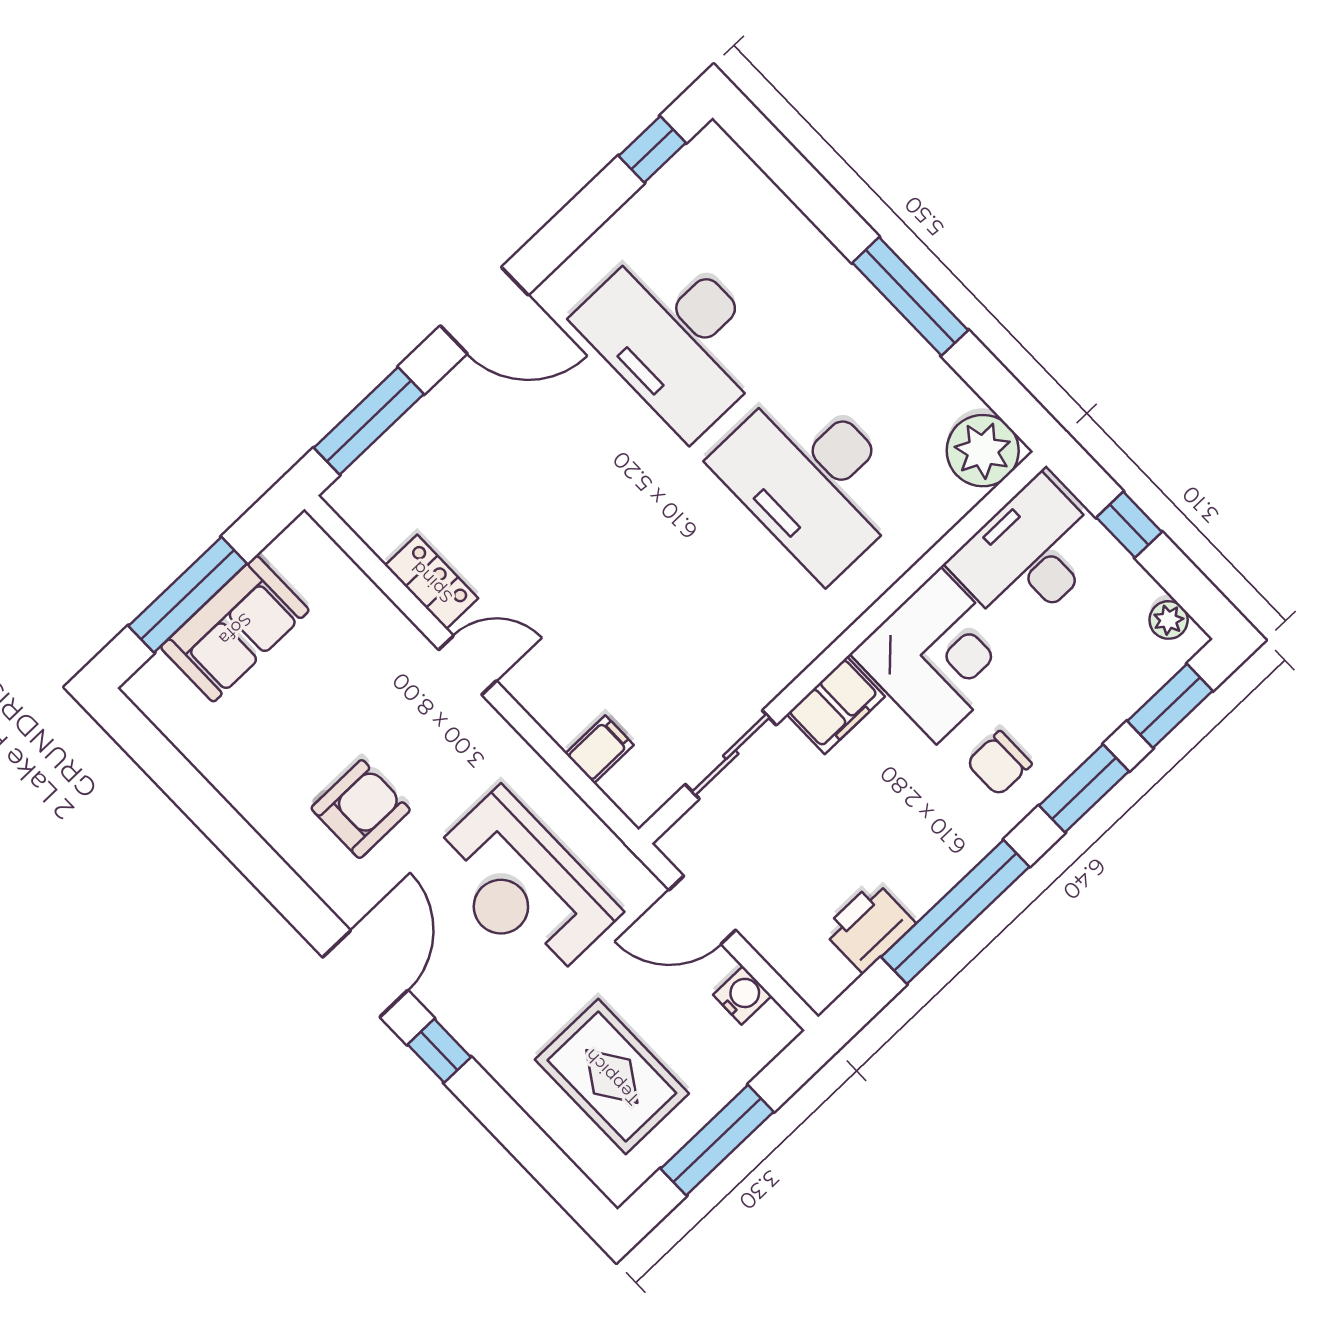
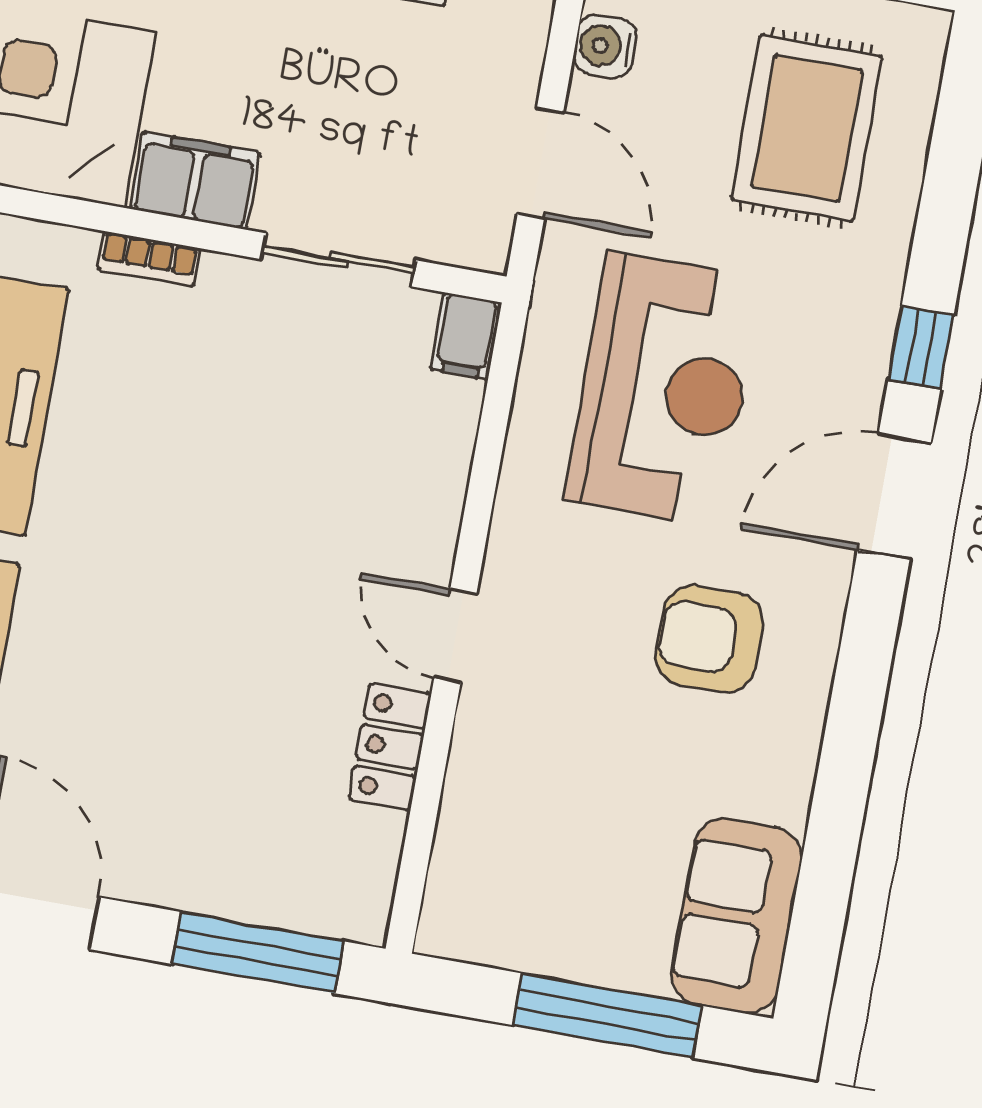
sofa: (235, 629) -> (736, 916), moved, turned -90
bookcase: (810, 647) -> (149, 259), added
filing cabinet: (599, 749) -> (466, 336), moved, turned -90

